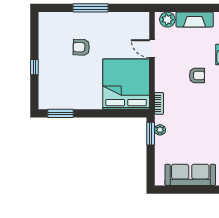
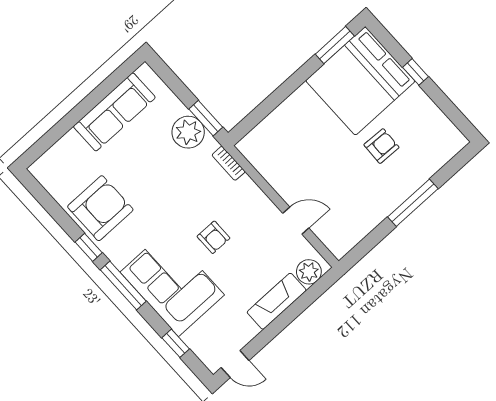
armchair: (197, 75) -> (213, 237), turned -90
bed: (126, 84) -> (360, 81), moved, turned 90
plant: (160, 130) -> (188, 132), width x1.87, depth x1.87

